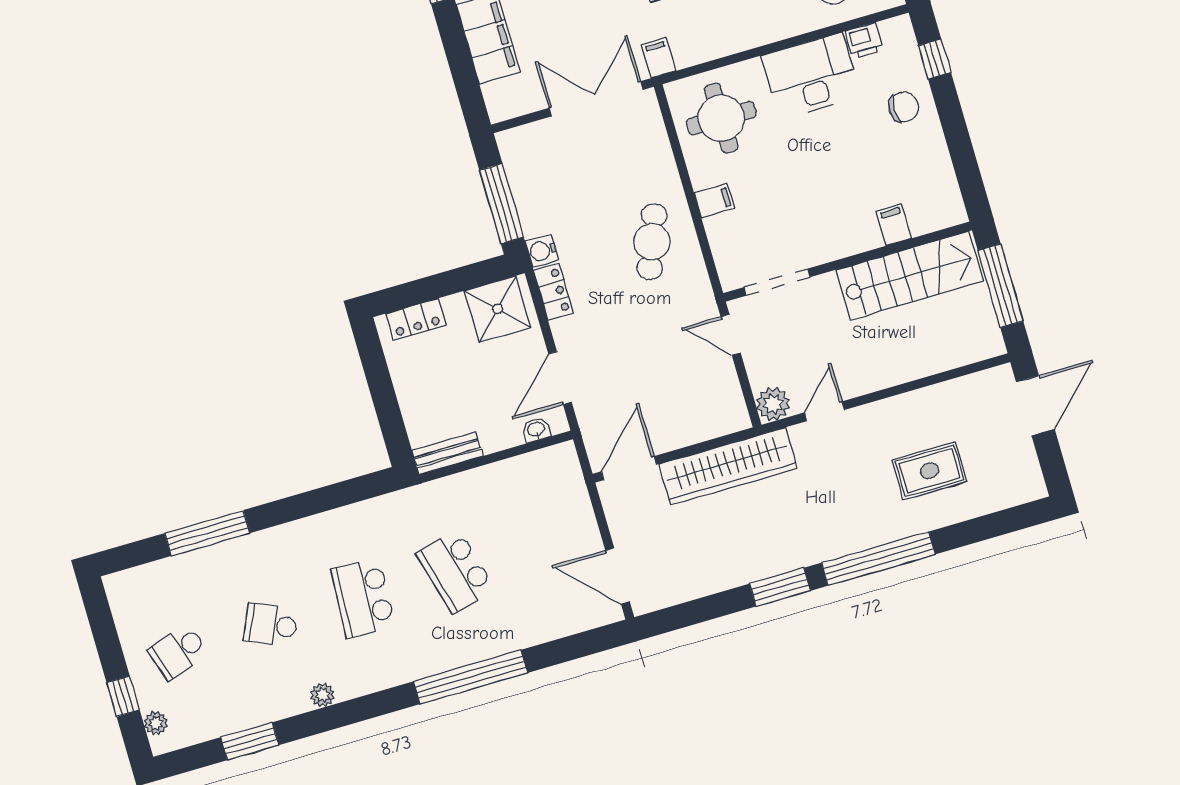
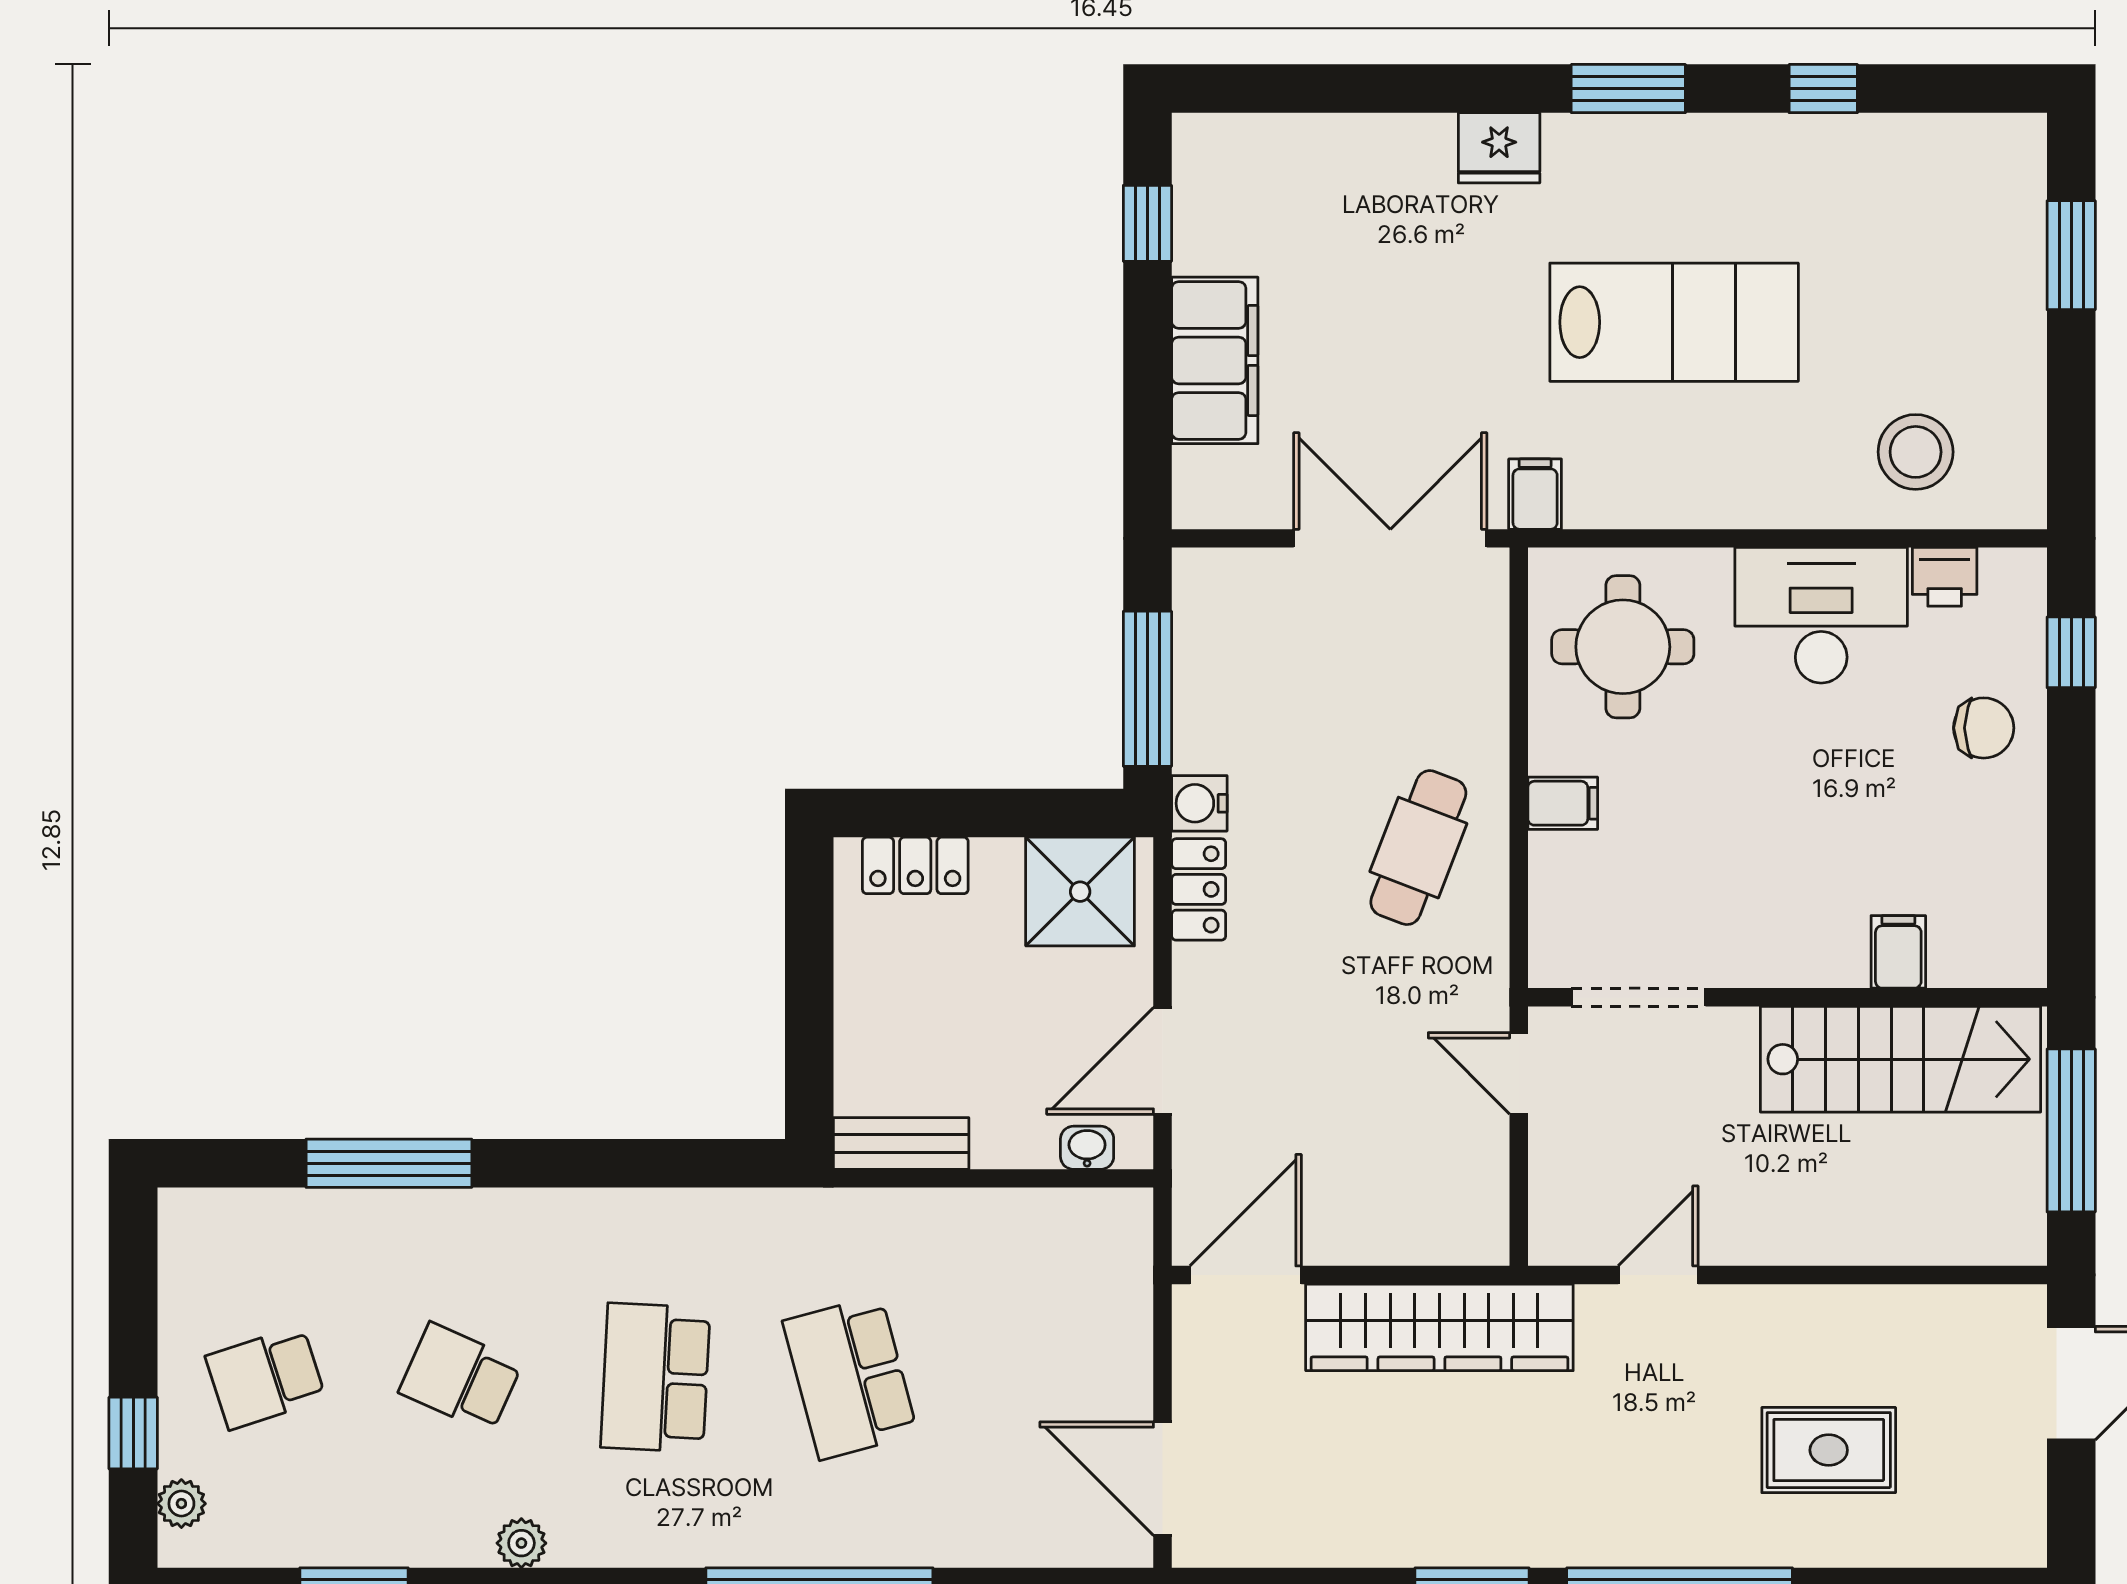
plant: (773, 404) -> (1562, 1232), removed

